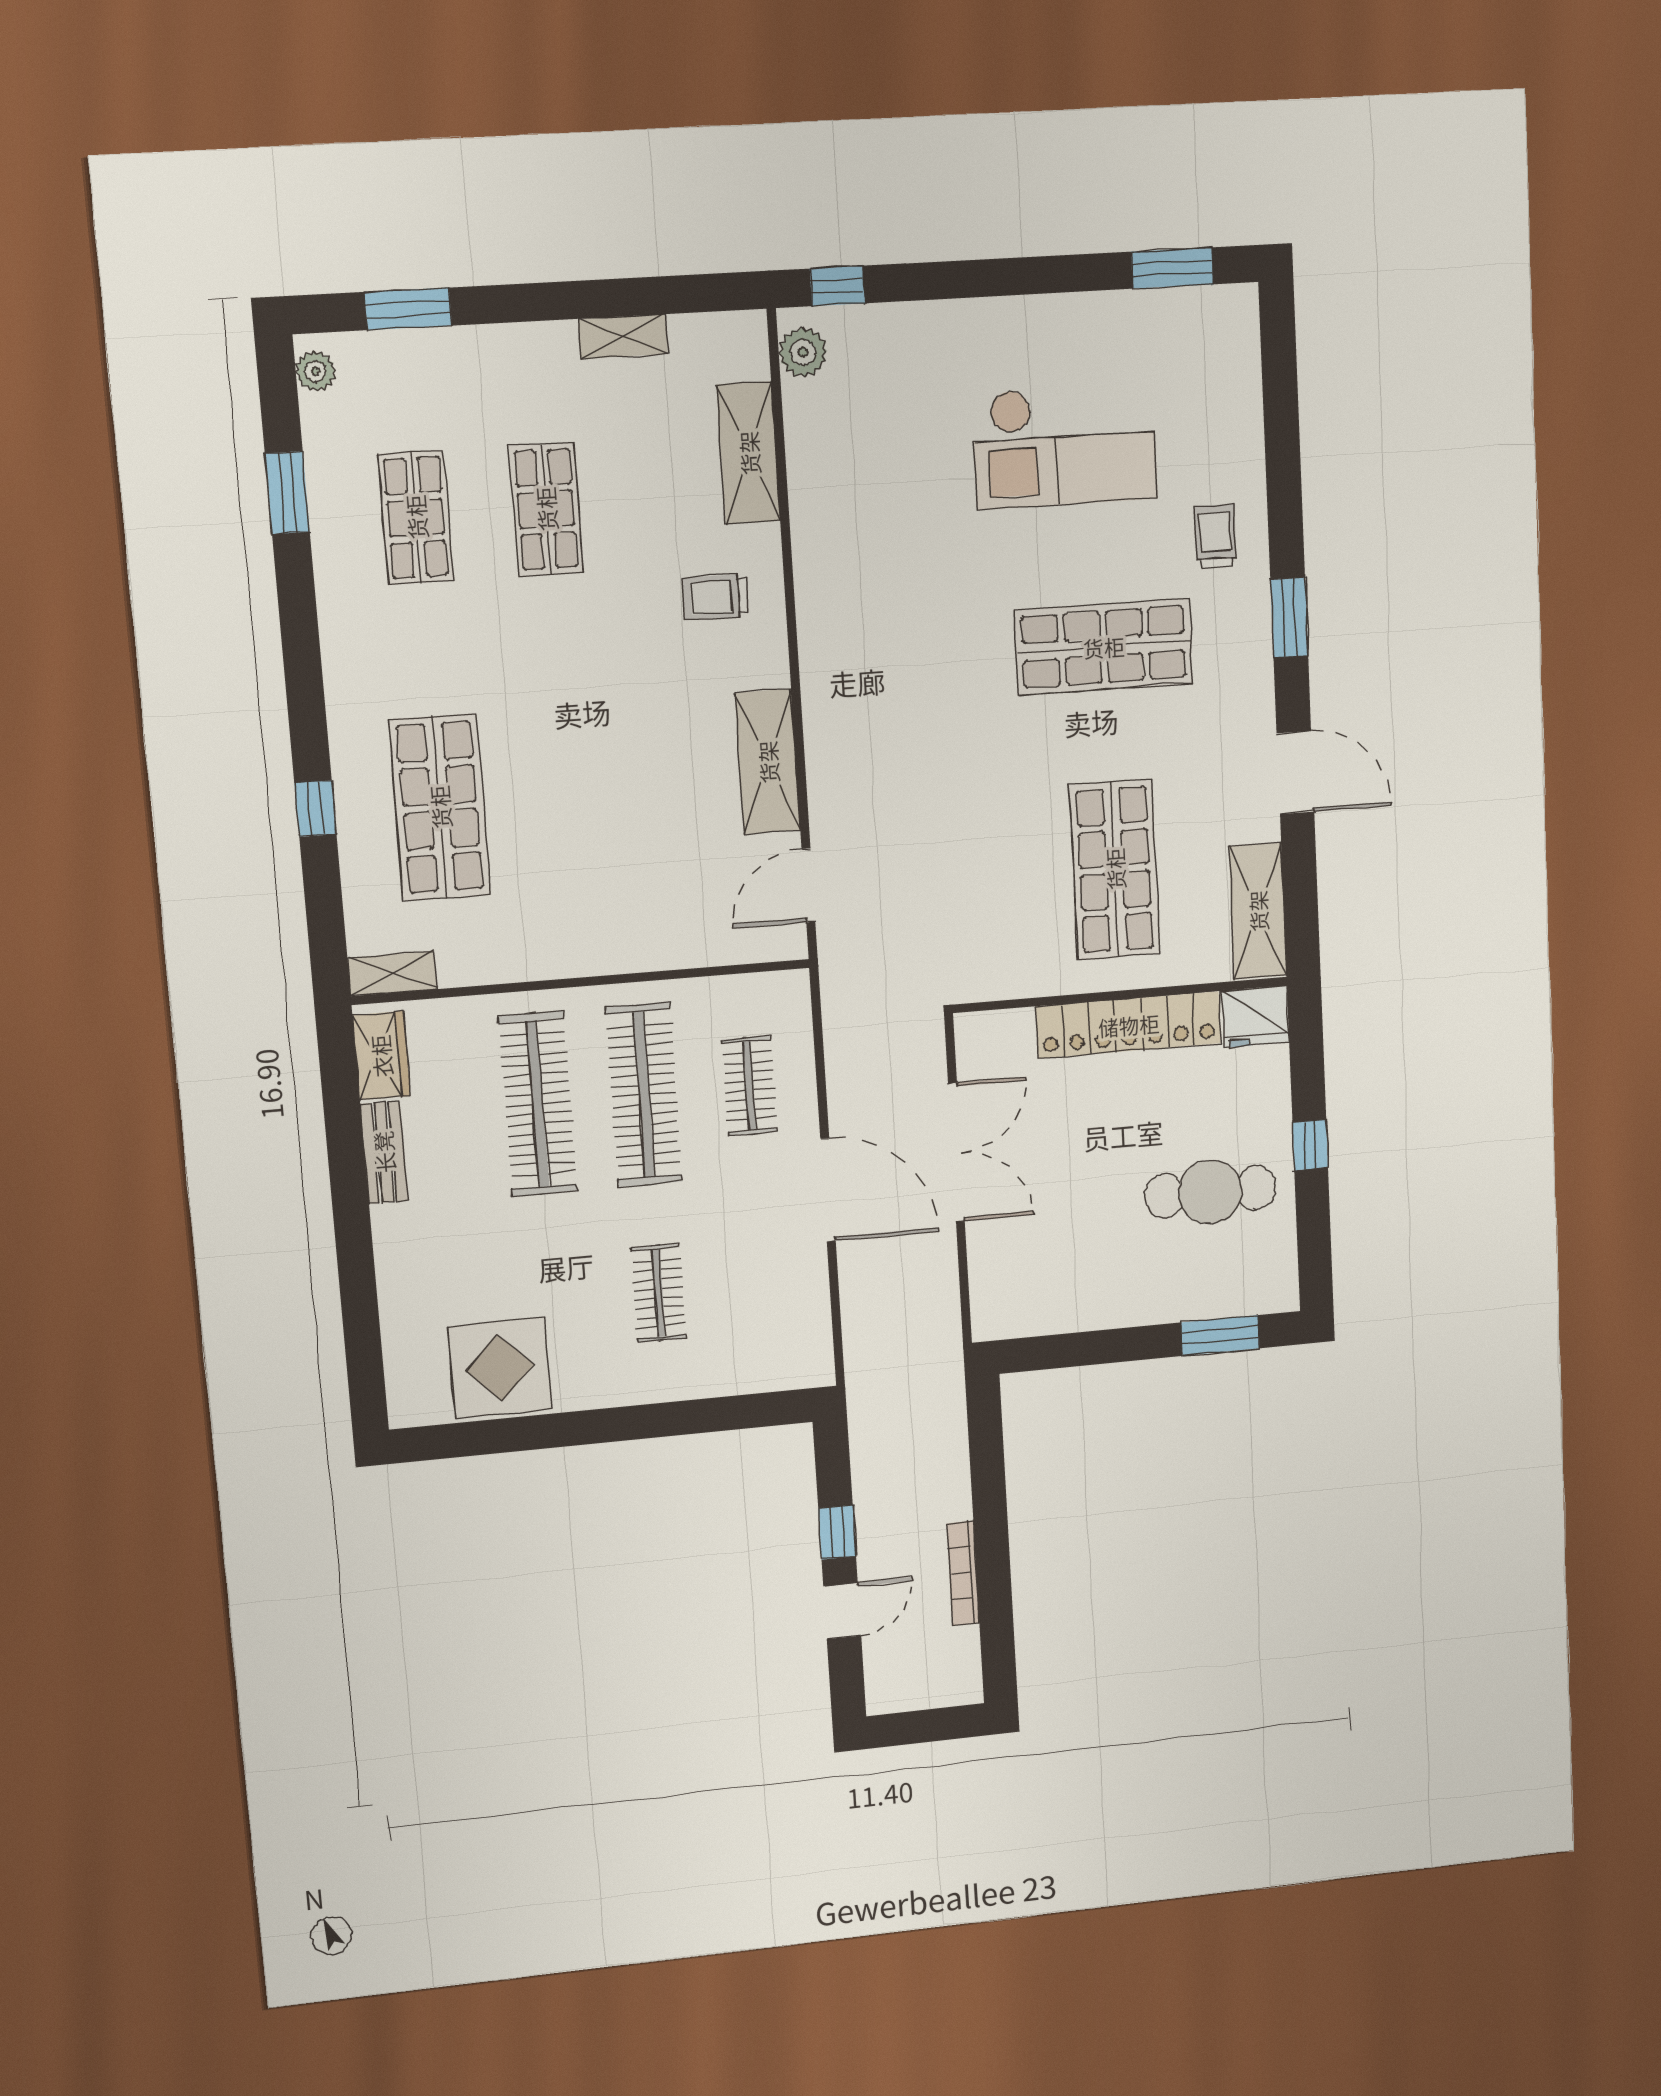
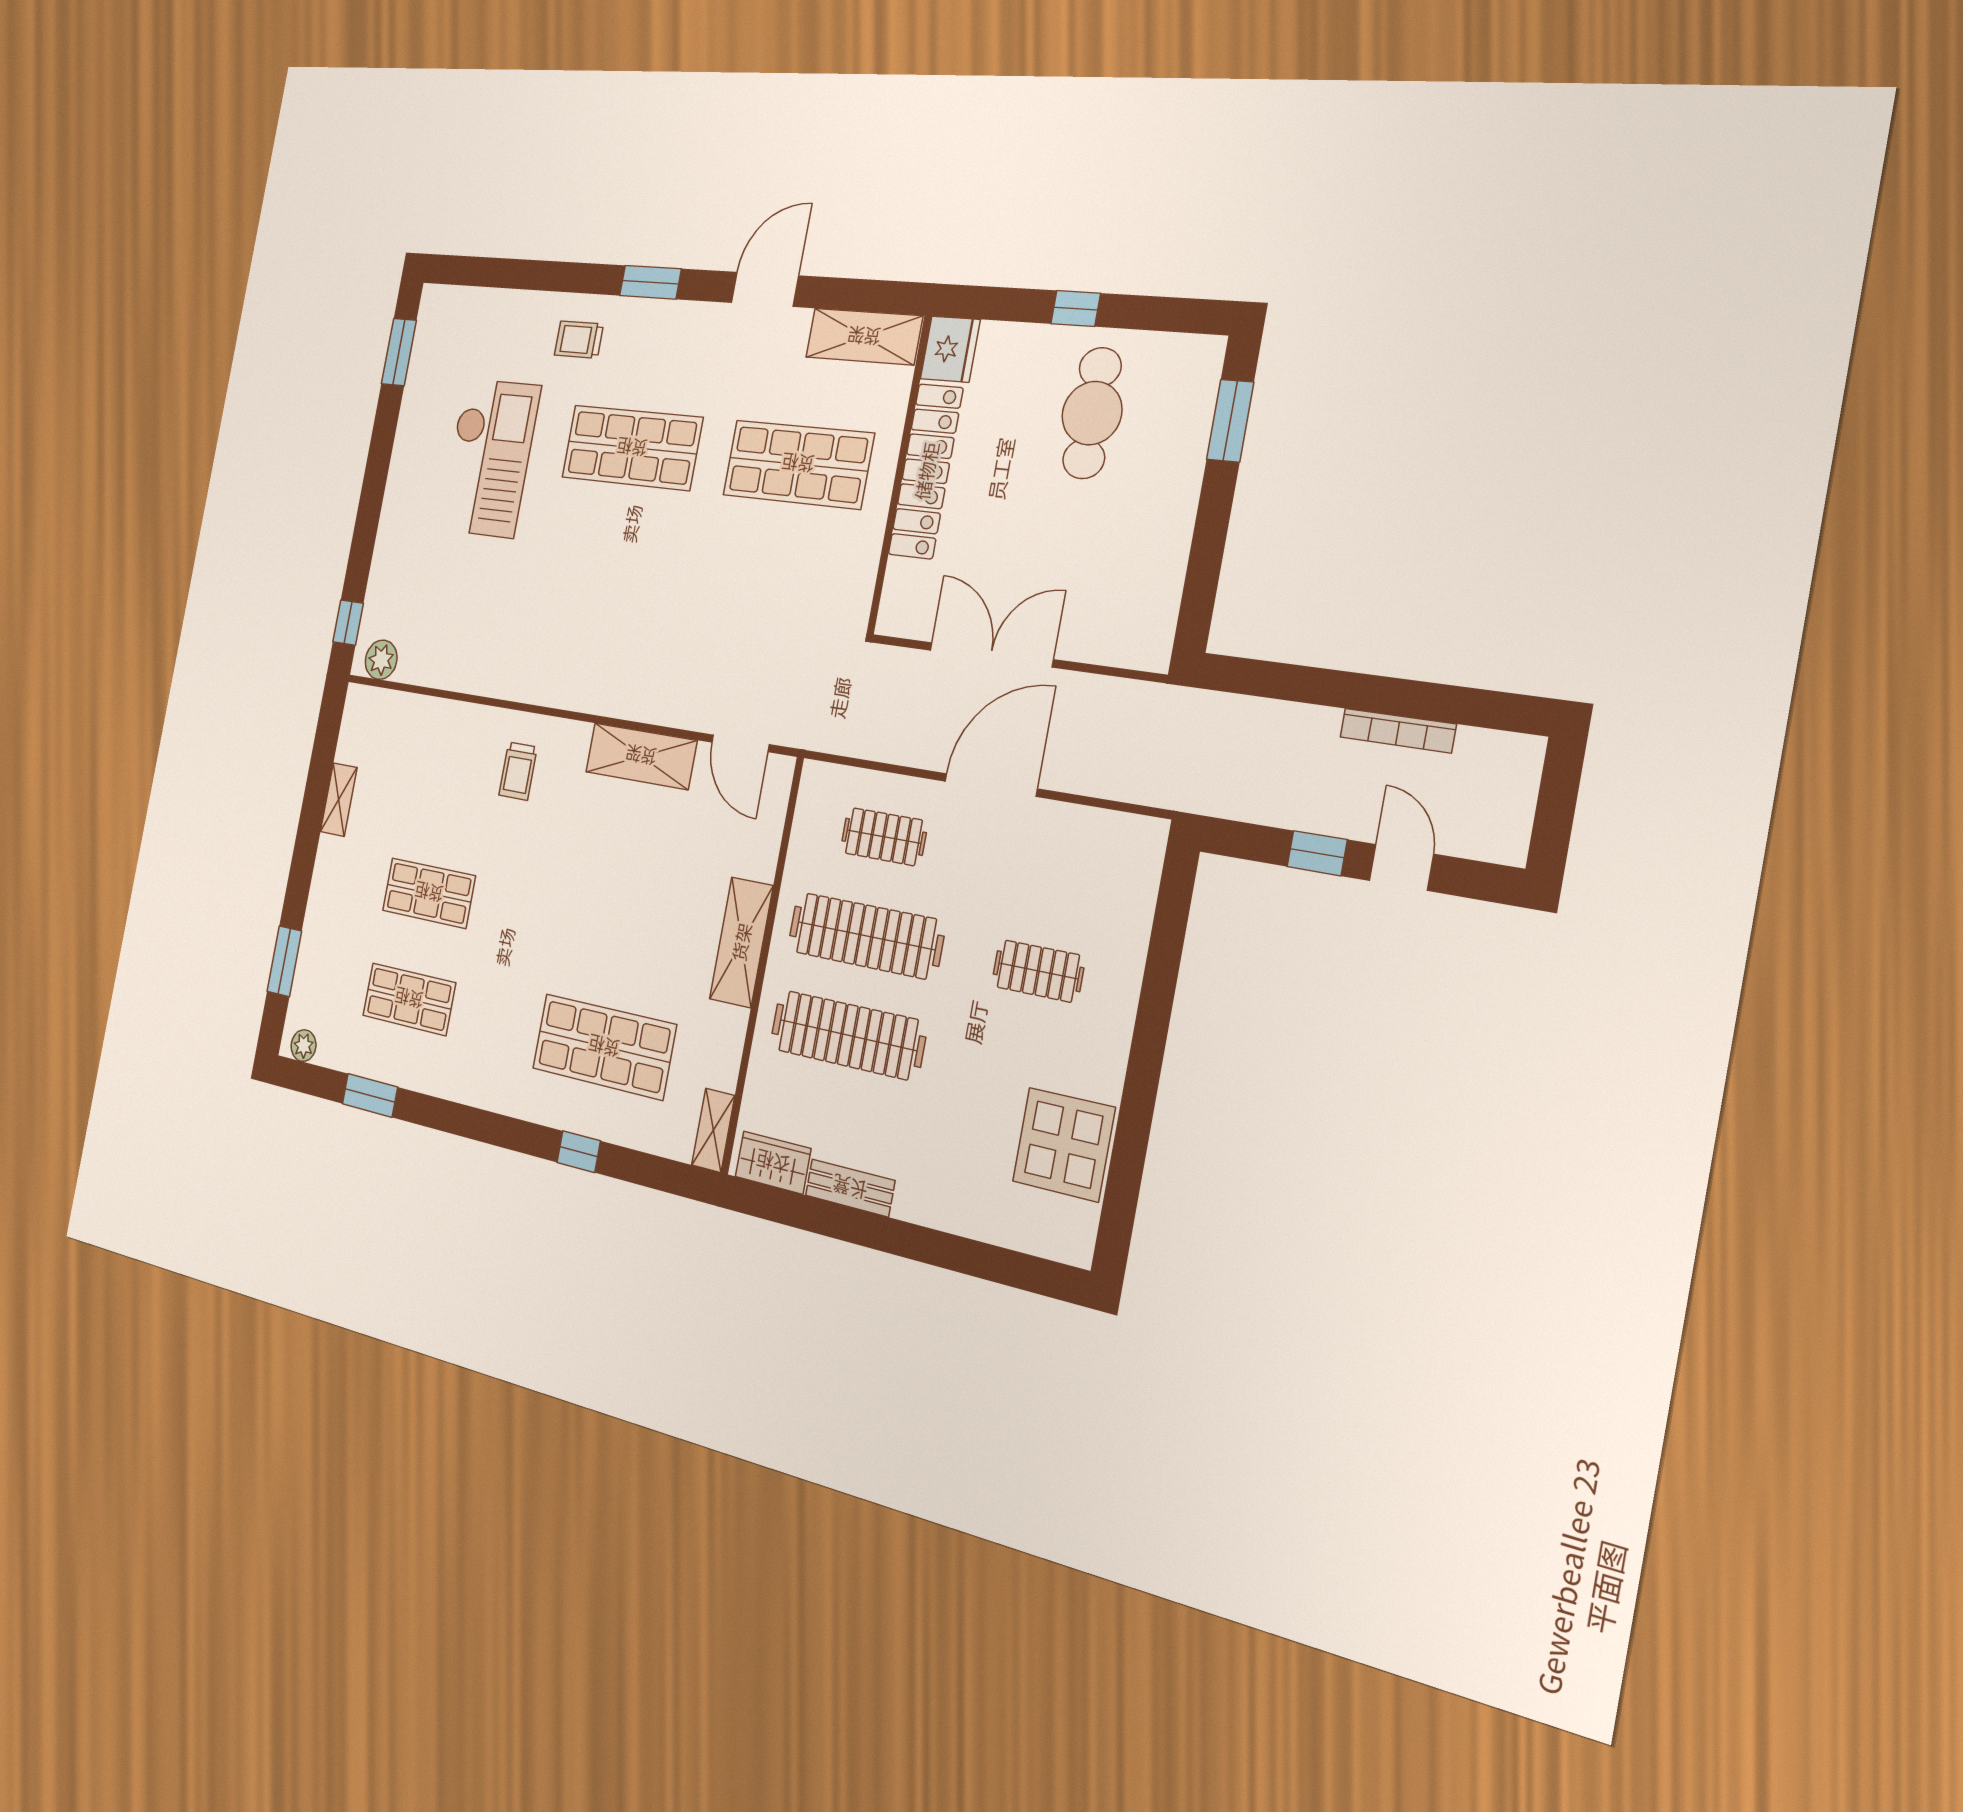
shelving: (749, 453) -> (741, 942), moved, turned 90
shop shelf: (1104, 647) -> (632, 448), turned 90

